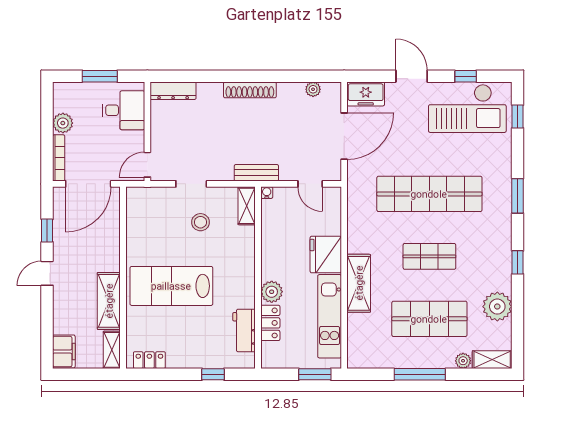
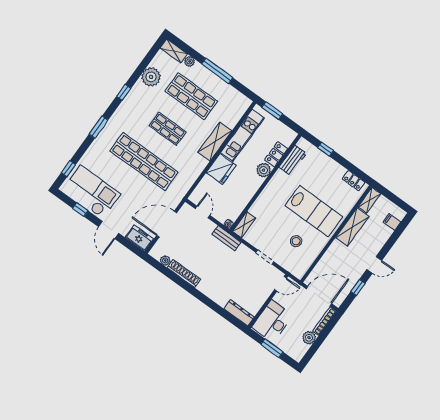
shoe rack: (250, 90) -> (184, 274), moved
desk: (123, 110) -> (272, 321), width x1.37
stool: (200, 222) -> (296, 241), moved
filing cabinet: (64, 352) -> (392, 222), width x0.50

